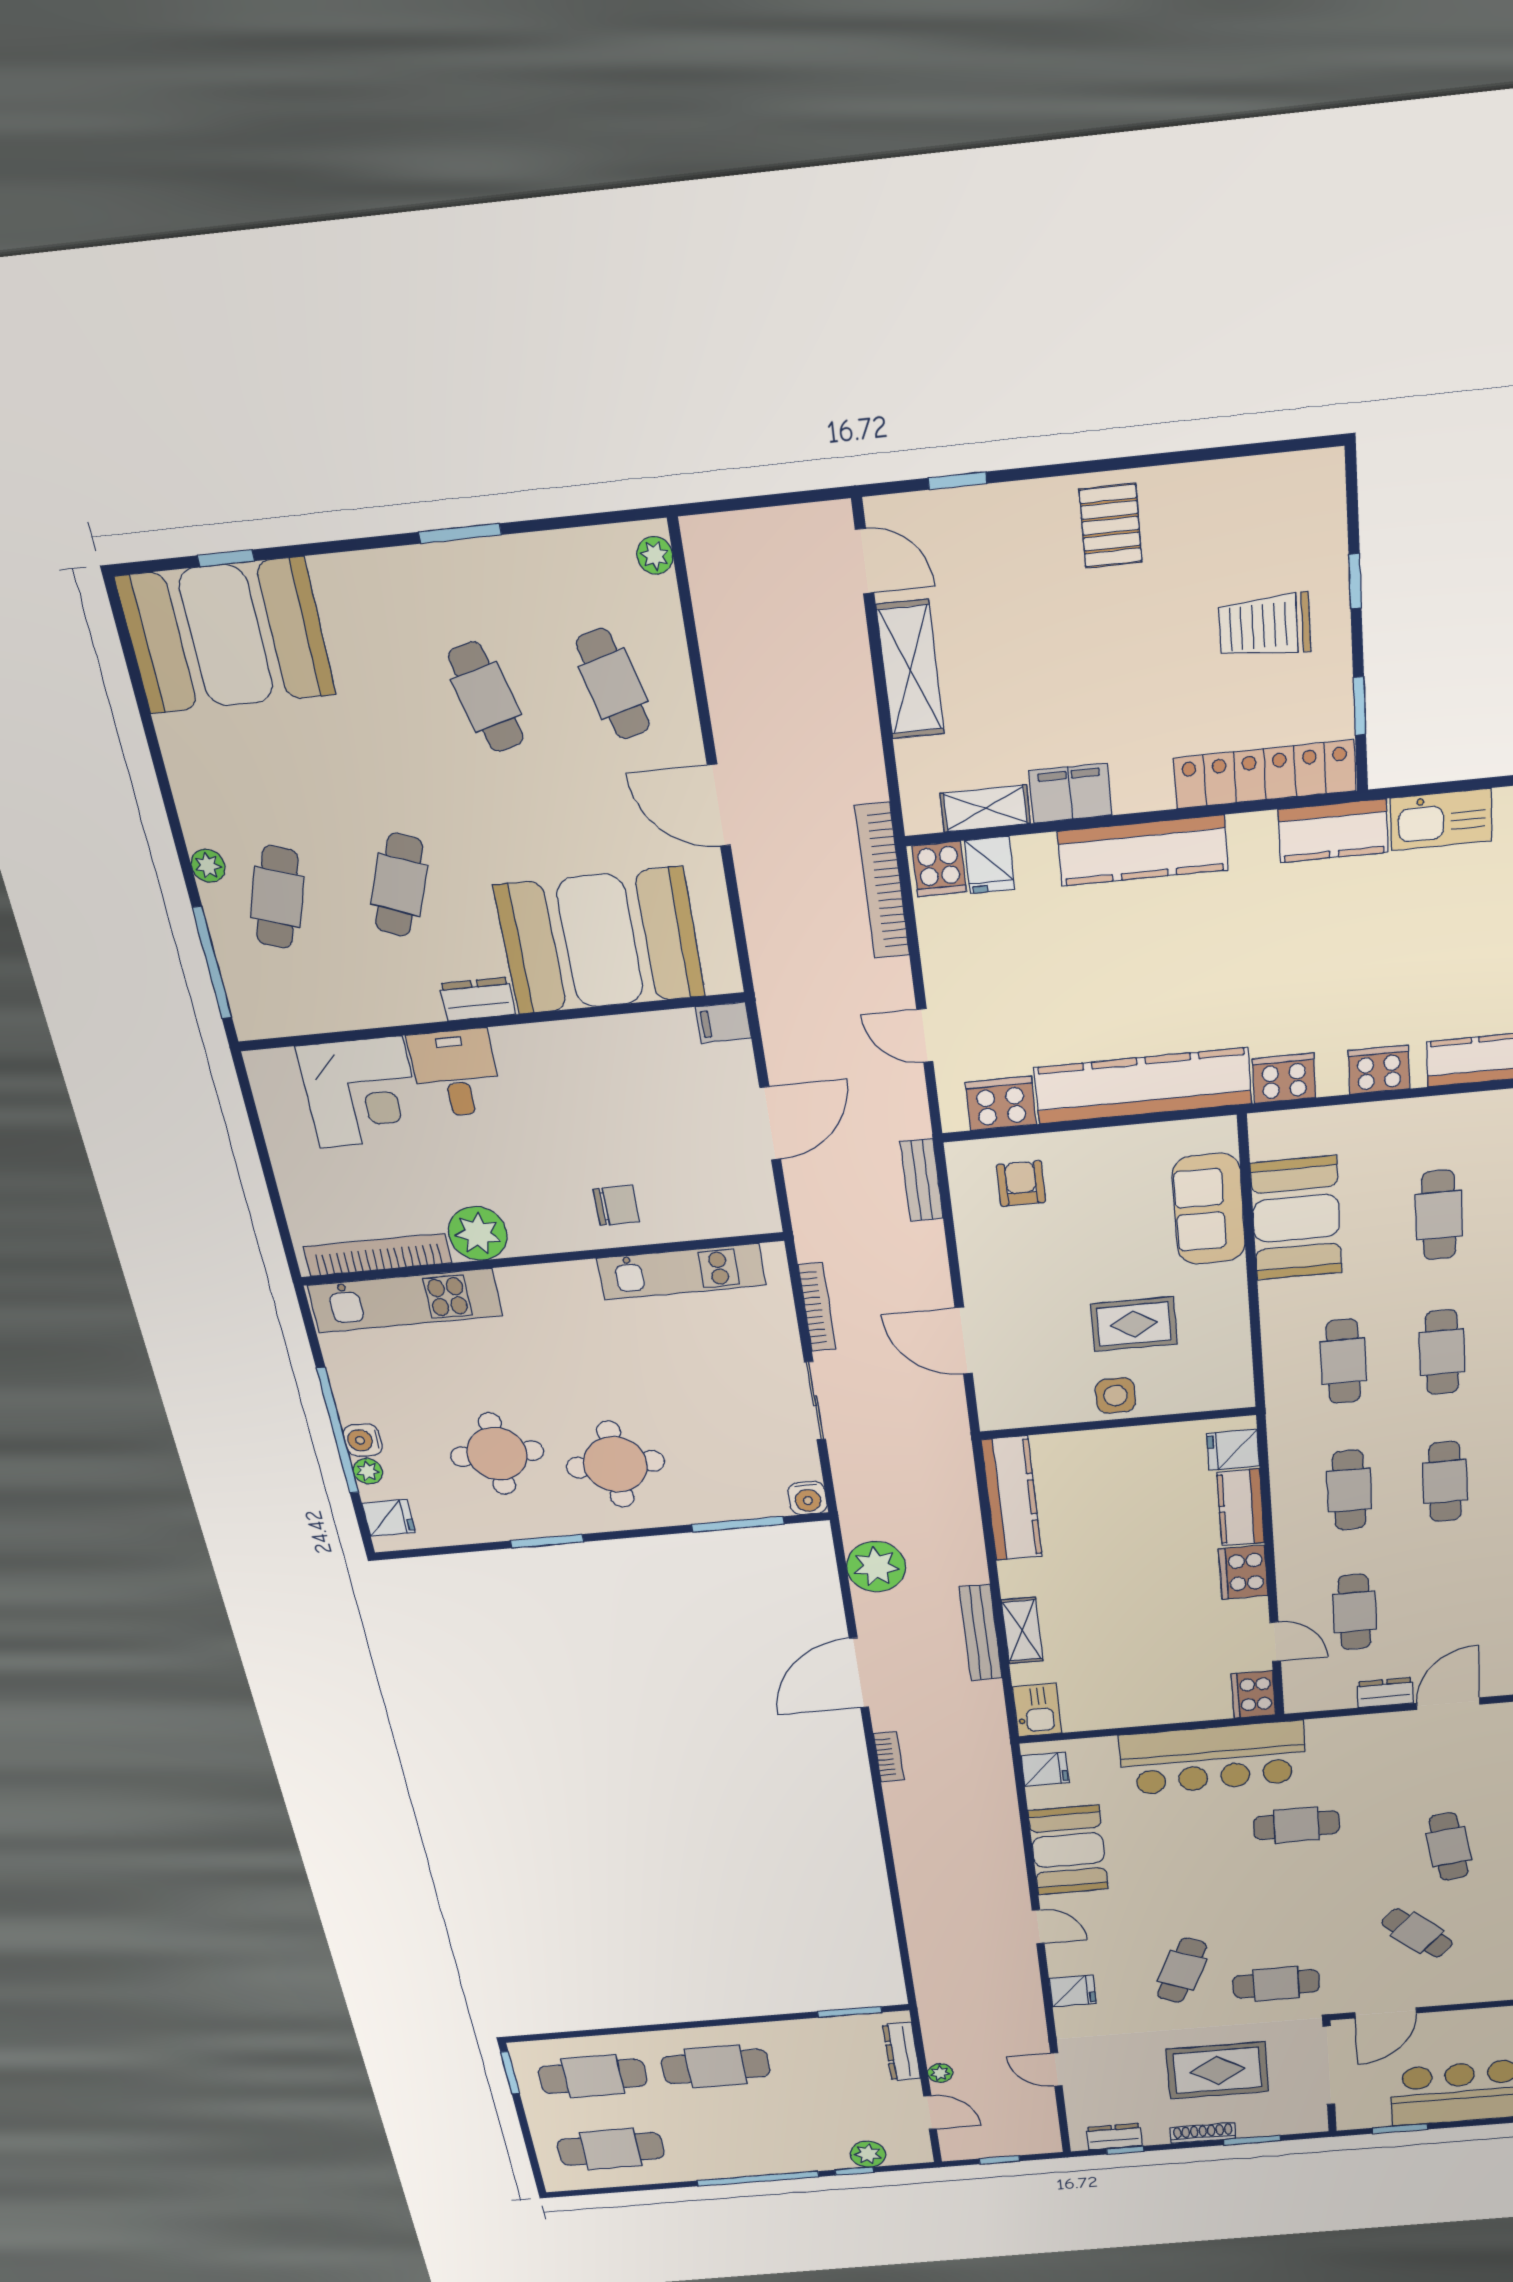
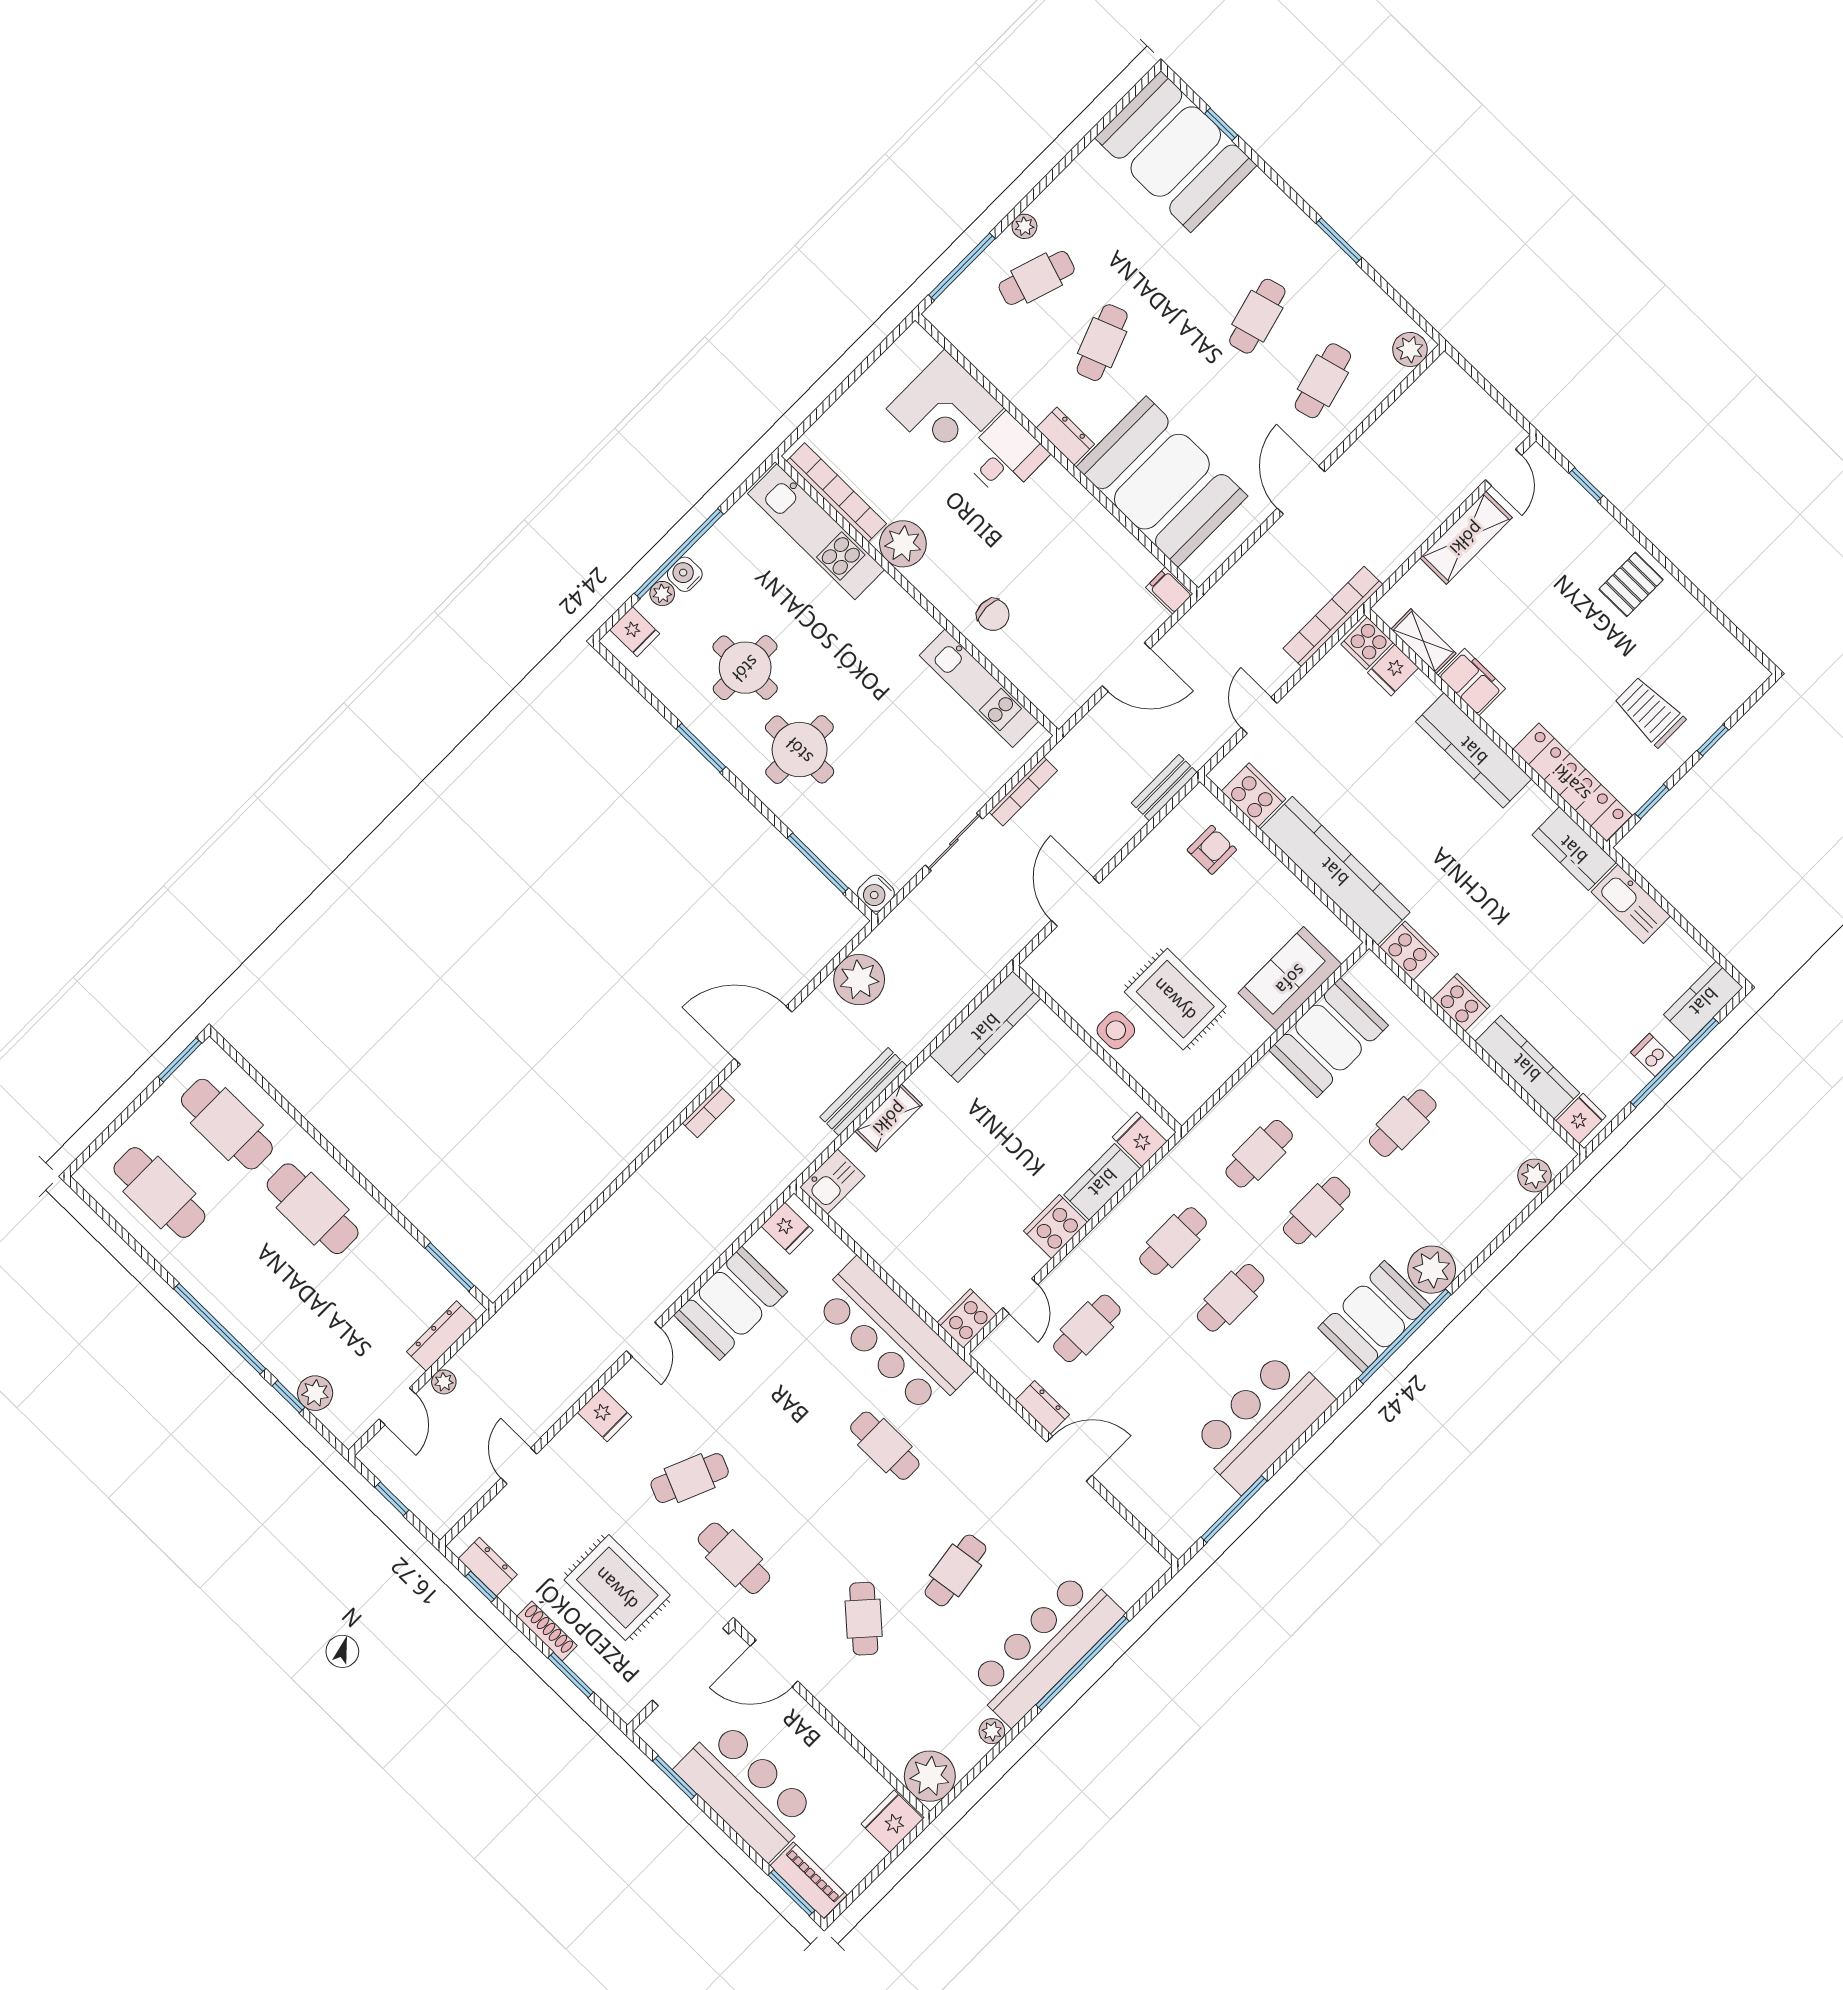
plant: (655, 555) -> (1410, 349), width x1.38, depth x1.38
cafe table: (399, 885) -> (1102, 343), turned -42
rug: (1134, 1324) -> (1175, 999), width x1.36, depth x1.43

